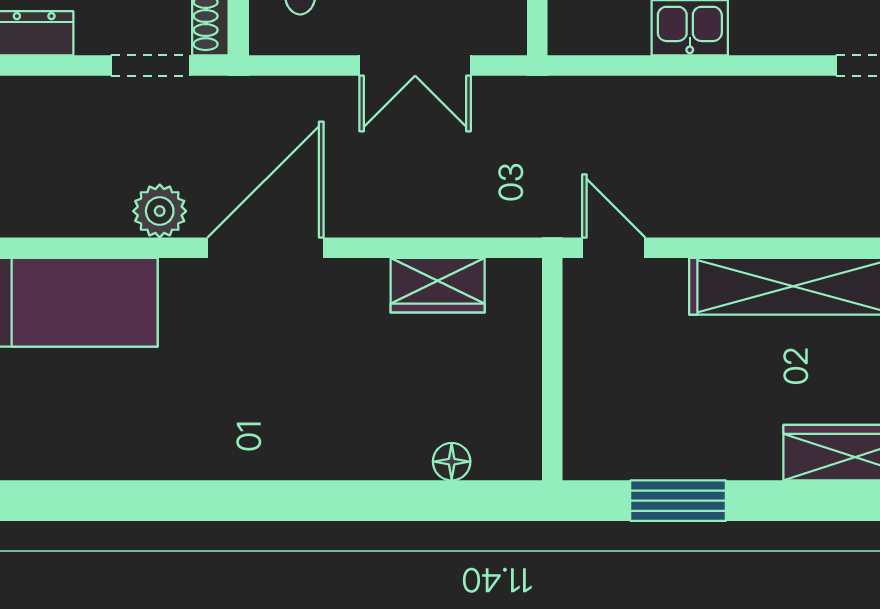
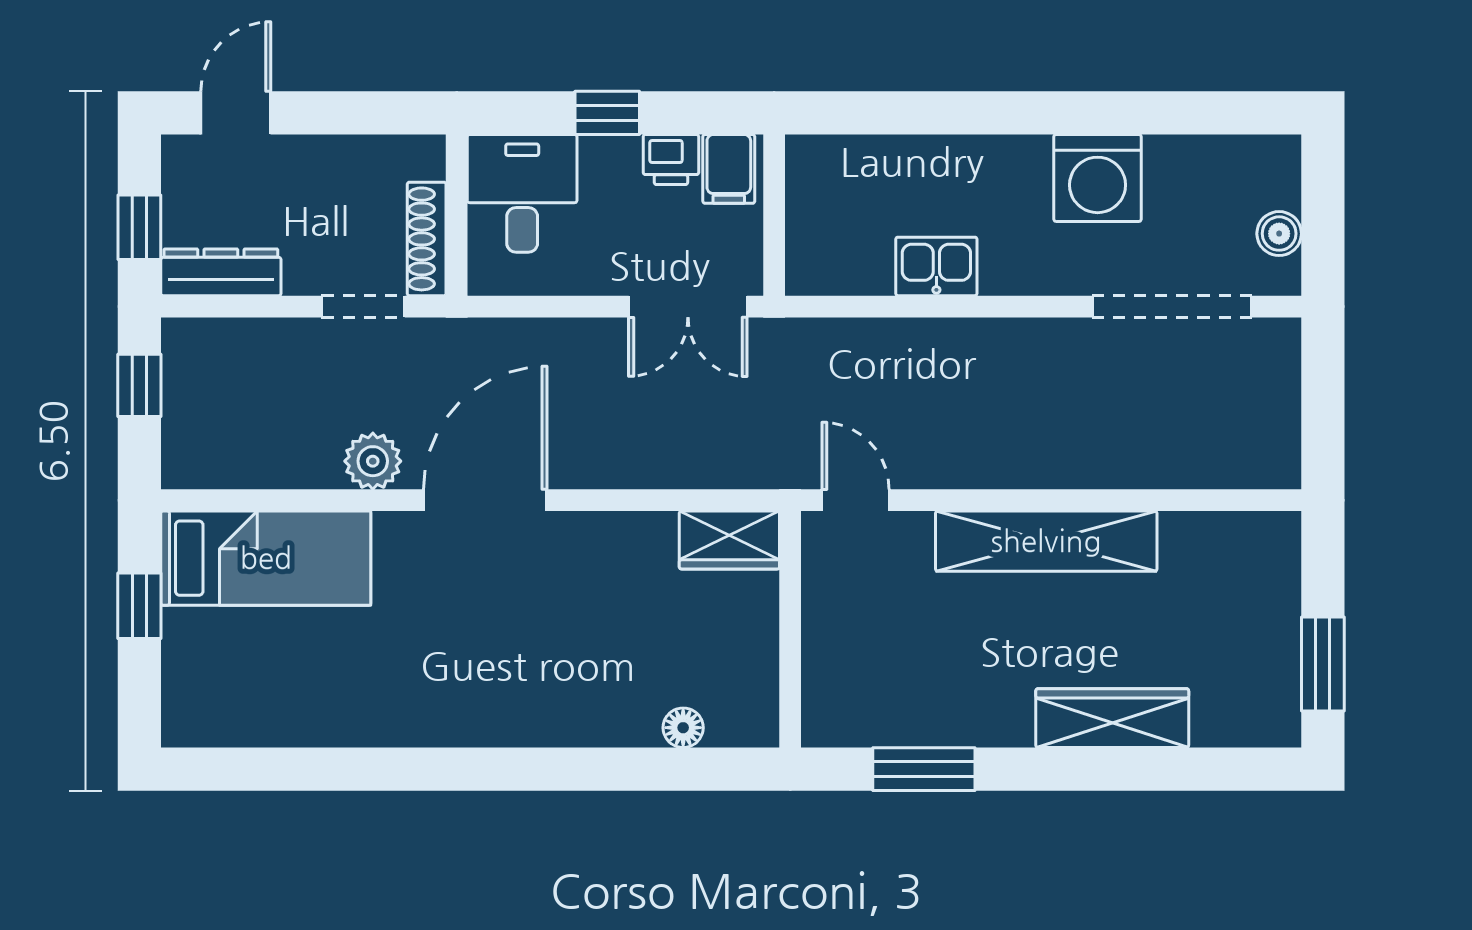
double door: (415, 66) -> (688, 307), moved
wardrobe: (438, 285) -> (729, 540), moved

